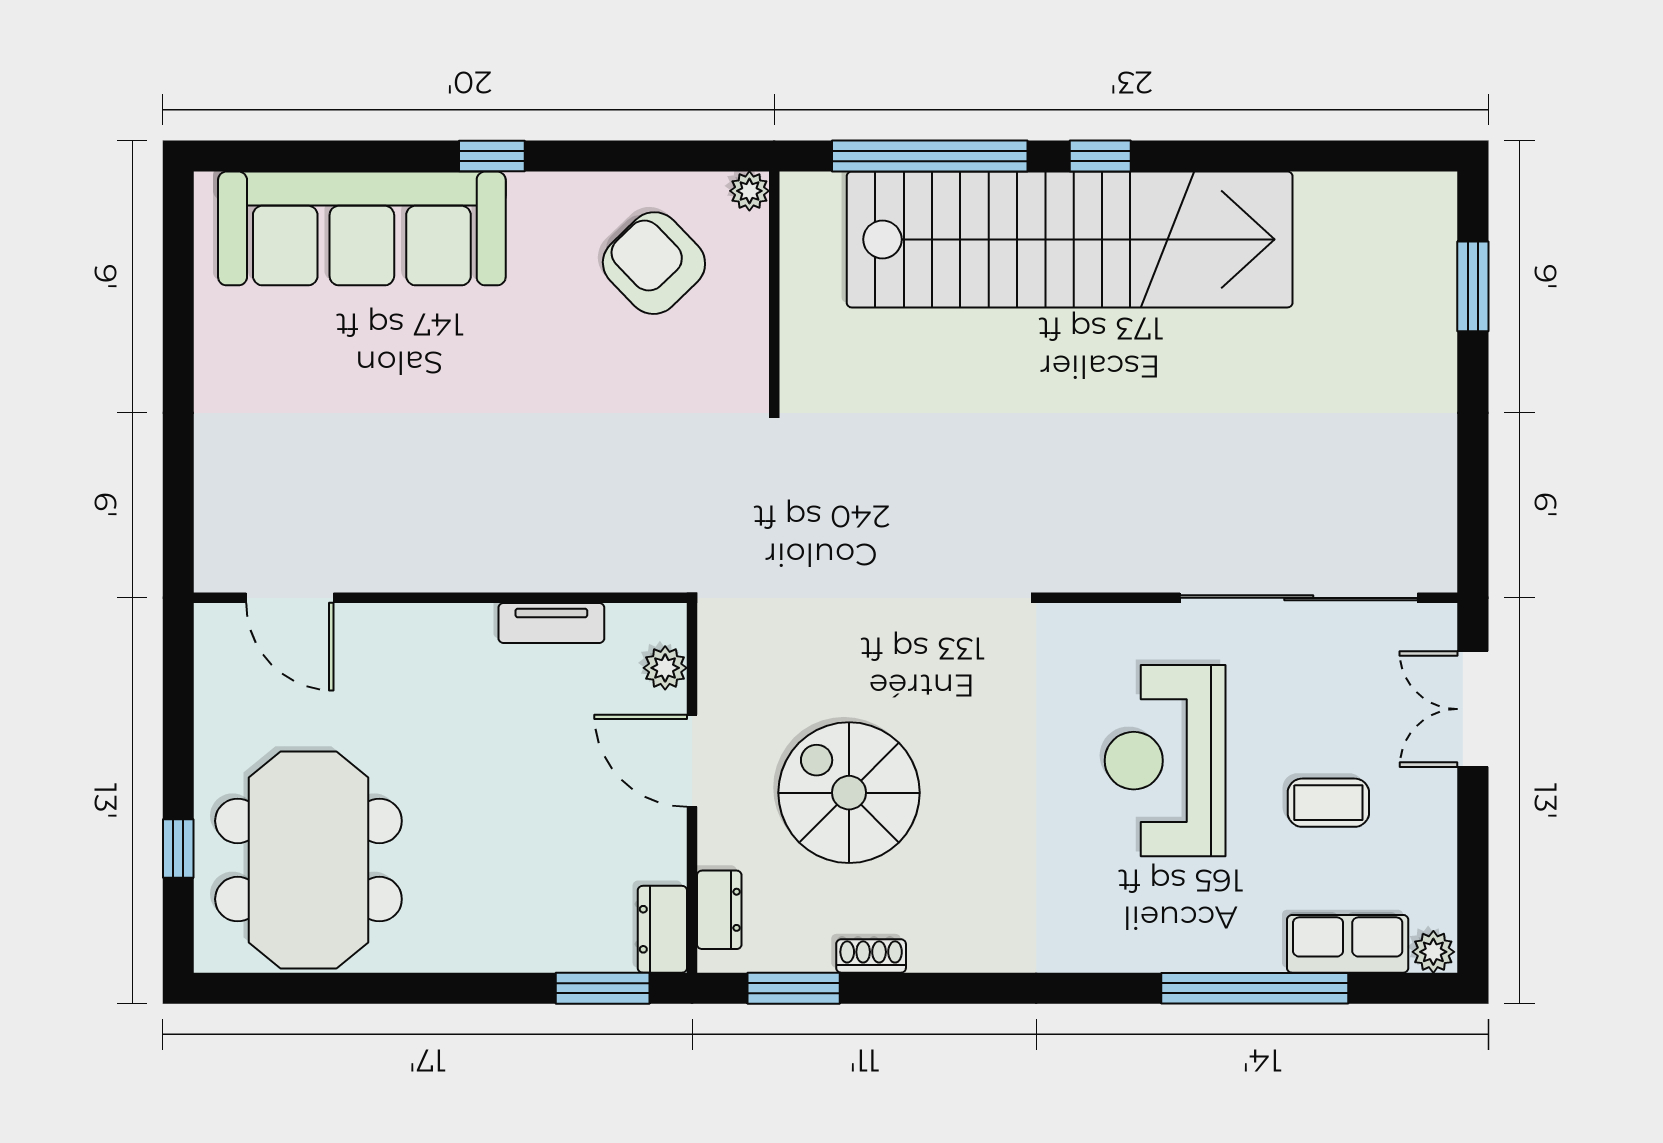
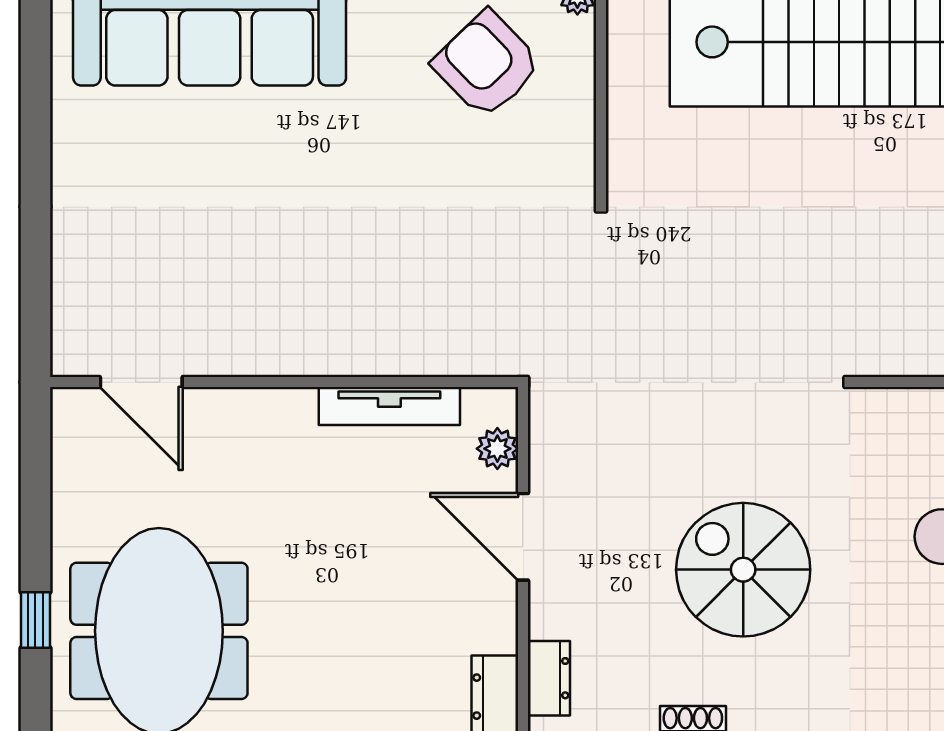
tv unit: (551, 623) -> (389, 406), width x1.41
spiral stairs: (849, 793) -> (743, 570), moved

